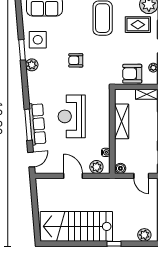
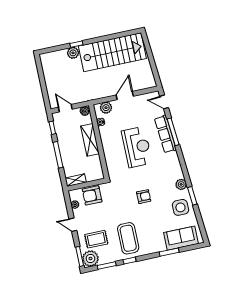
armchair: (132, 74) -> (92, 195), turned 180
shelving: (122, 121) -> (90, 140), moved
door: (31, 160) -> (164, 102), hinge flipped
door: (73, 176) -> (125, 96), swing flipped
plant: (144, 235) -> (73, 53), moved

